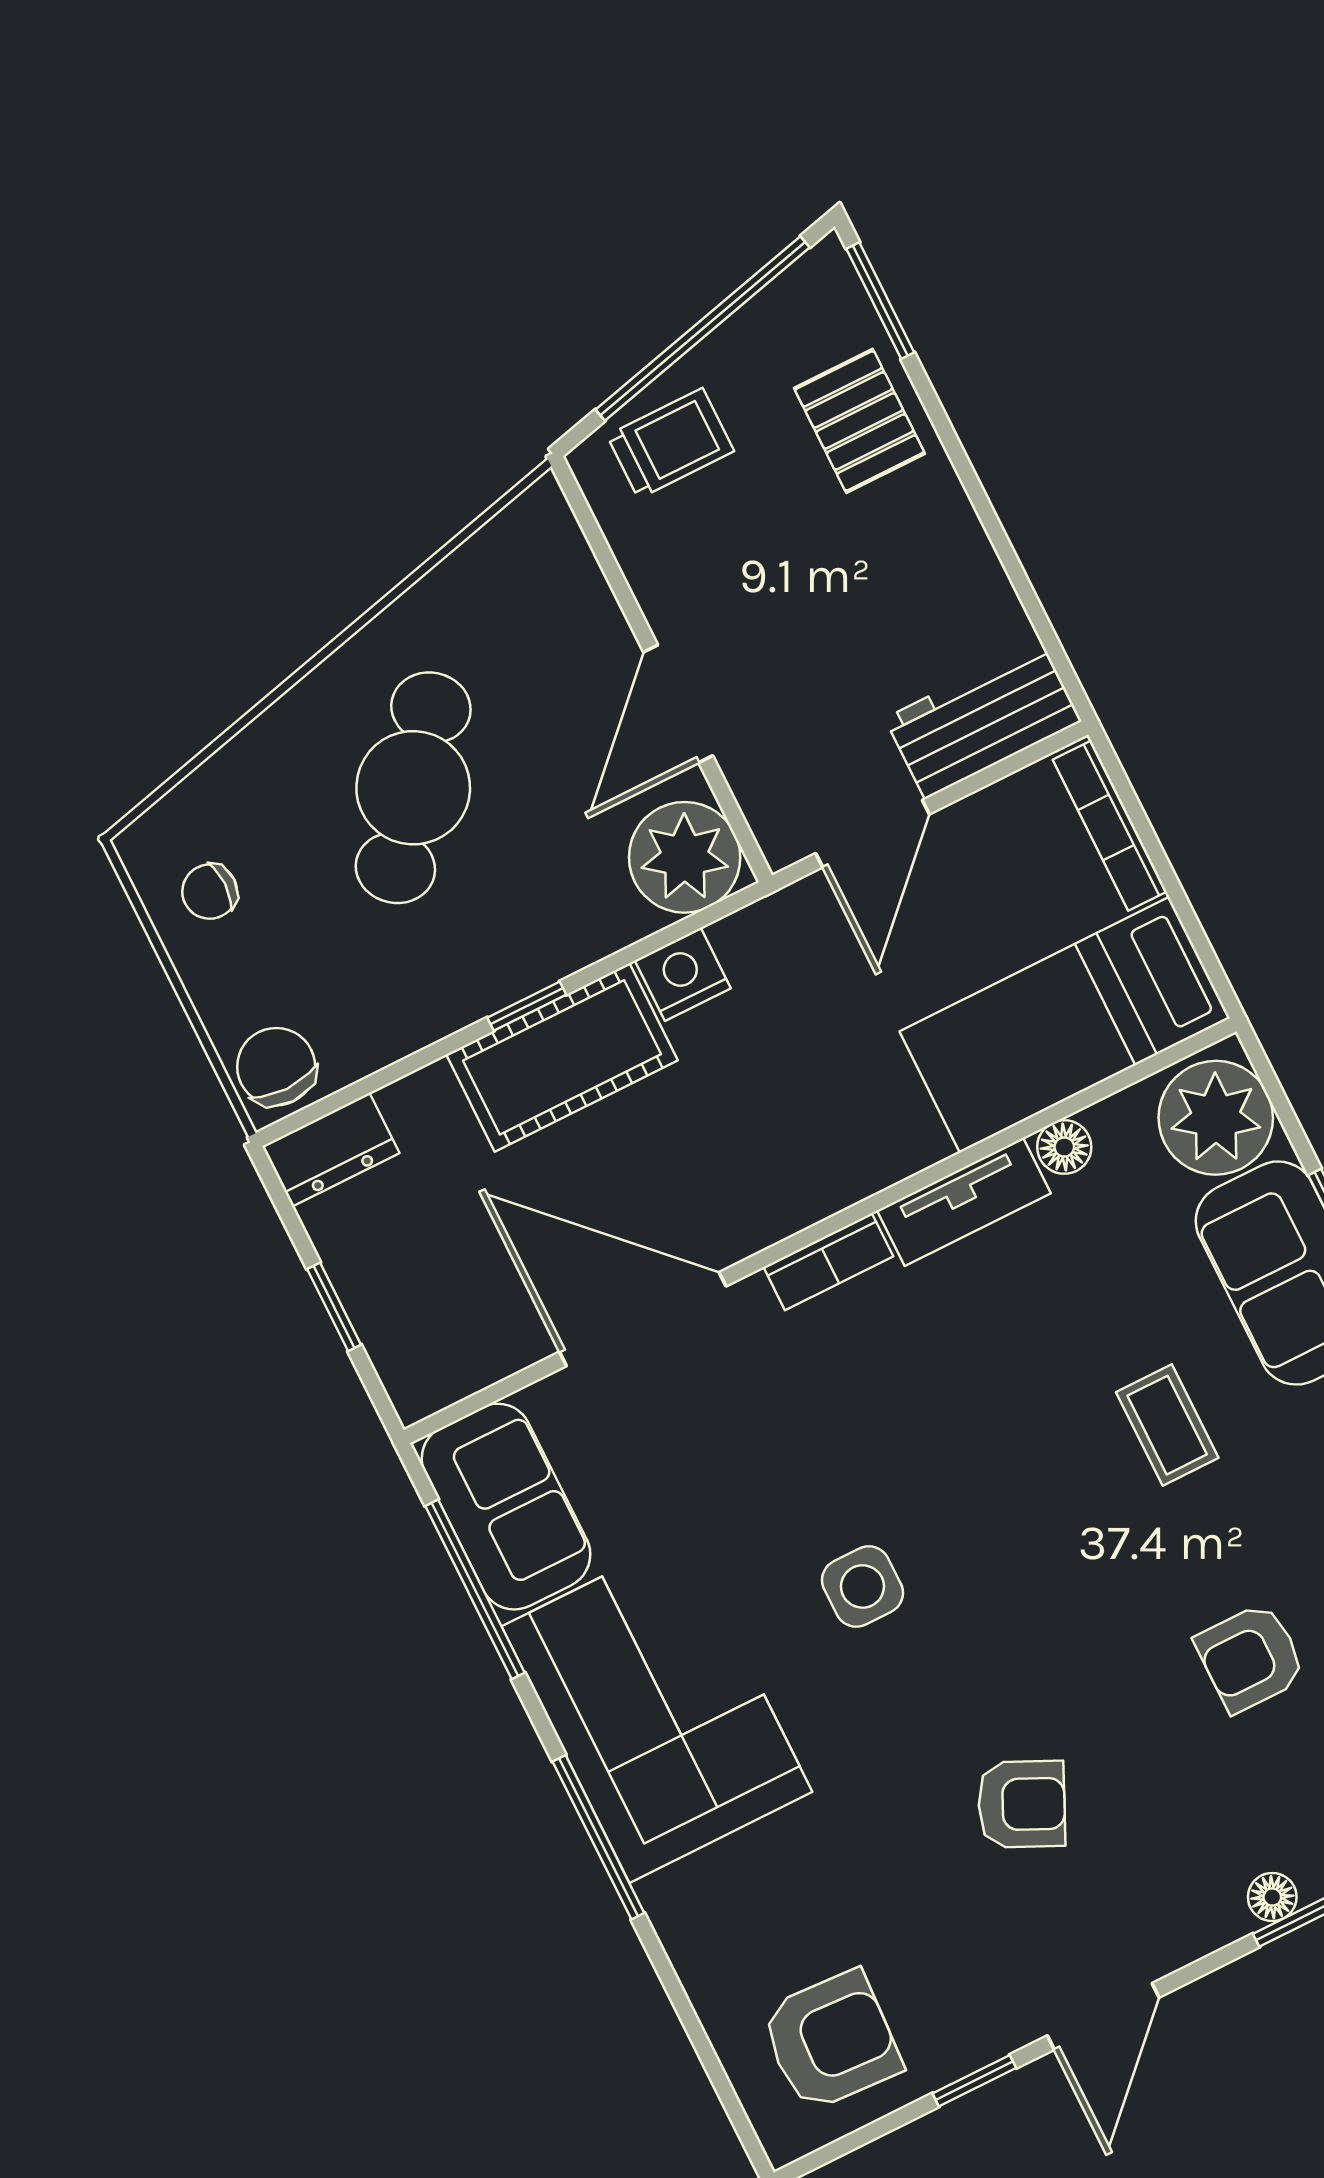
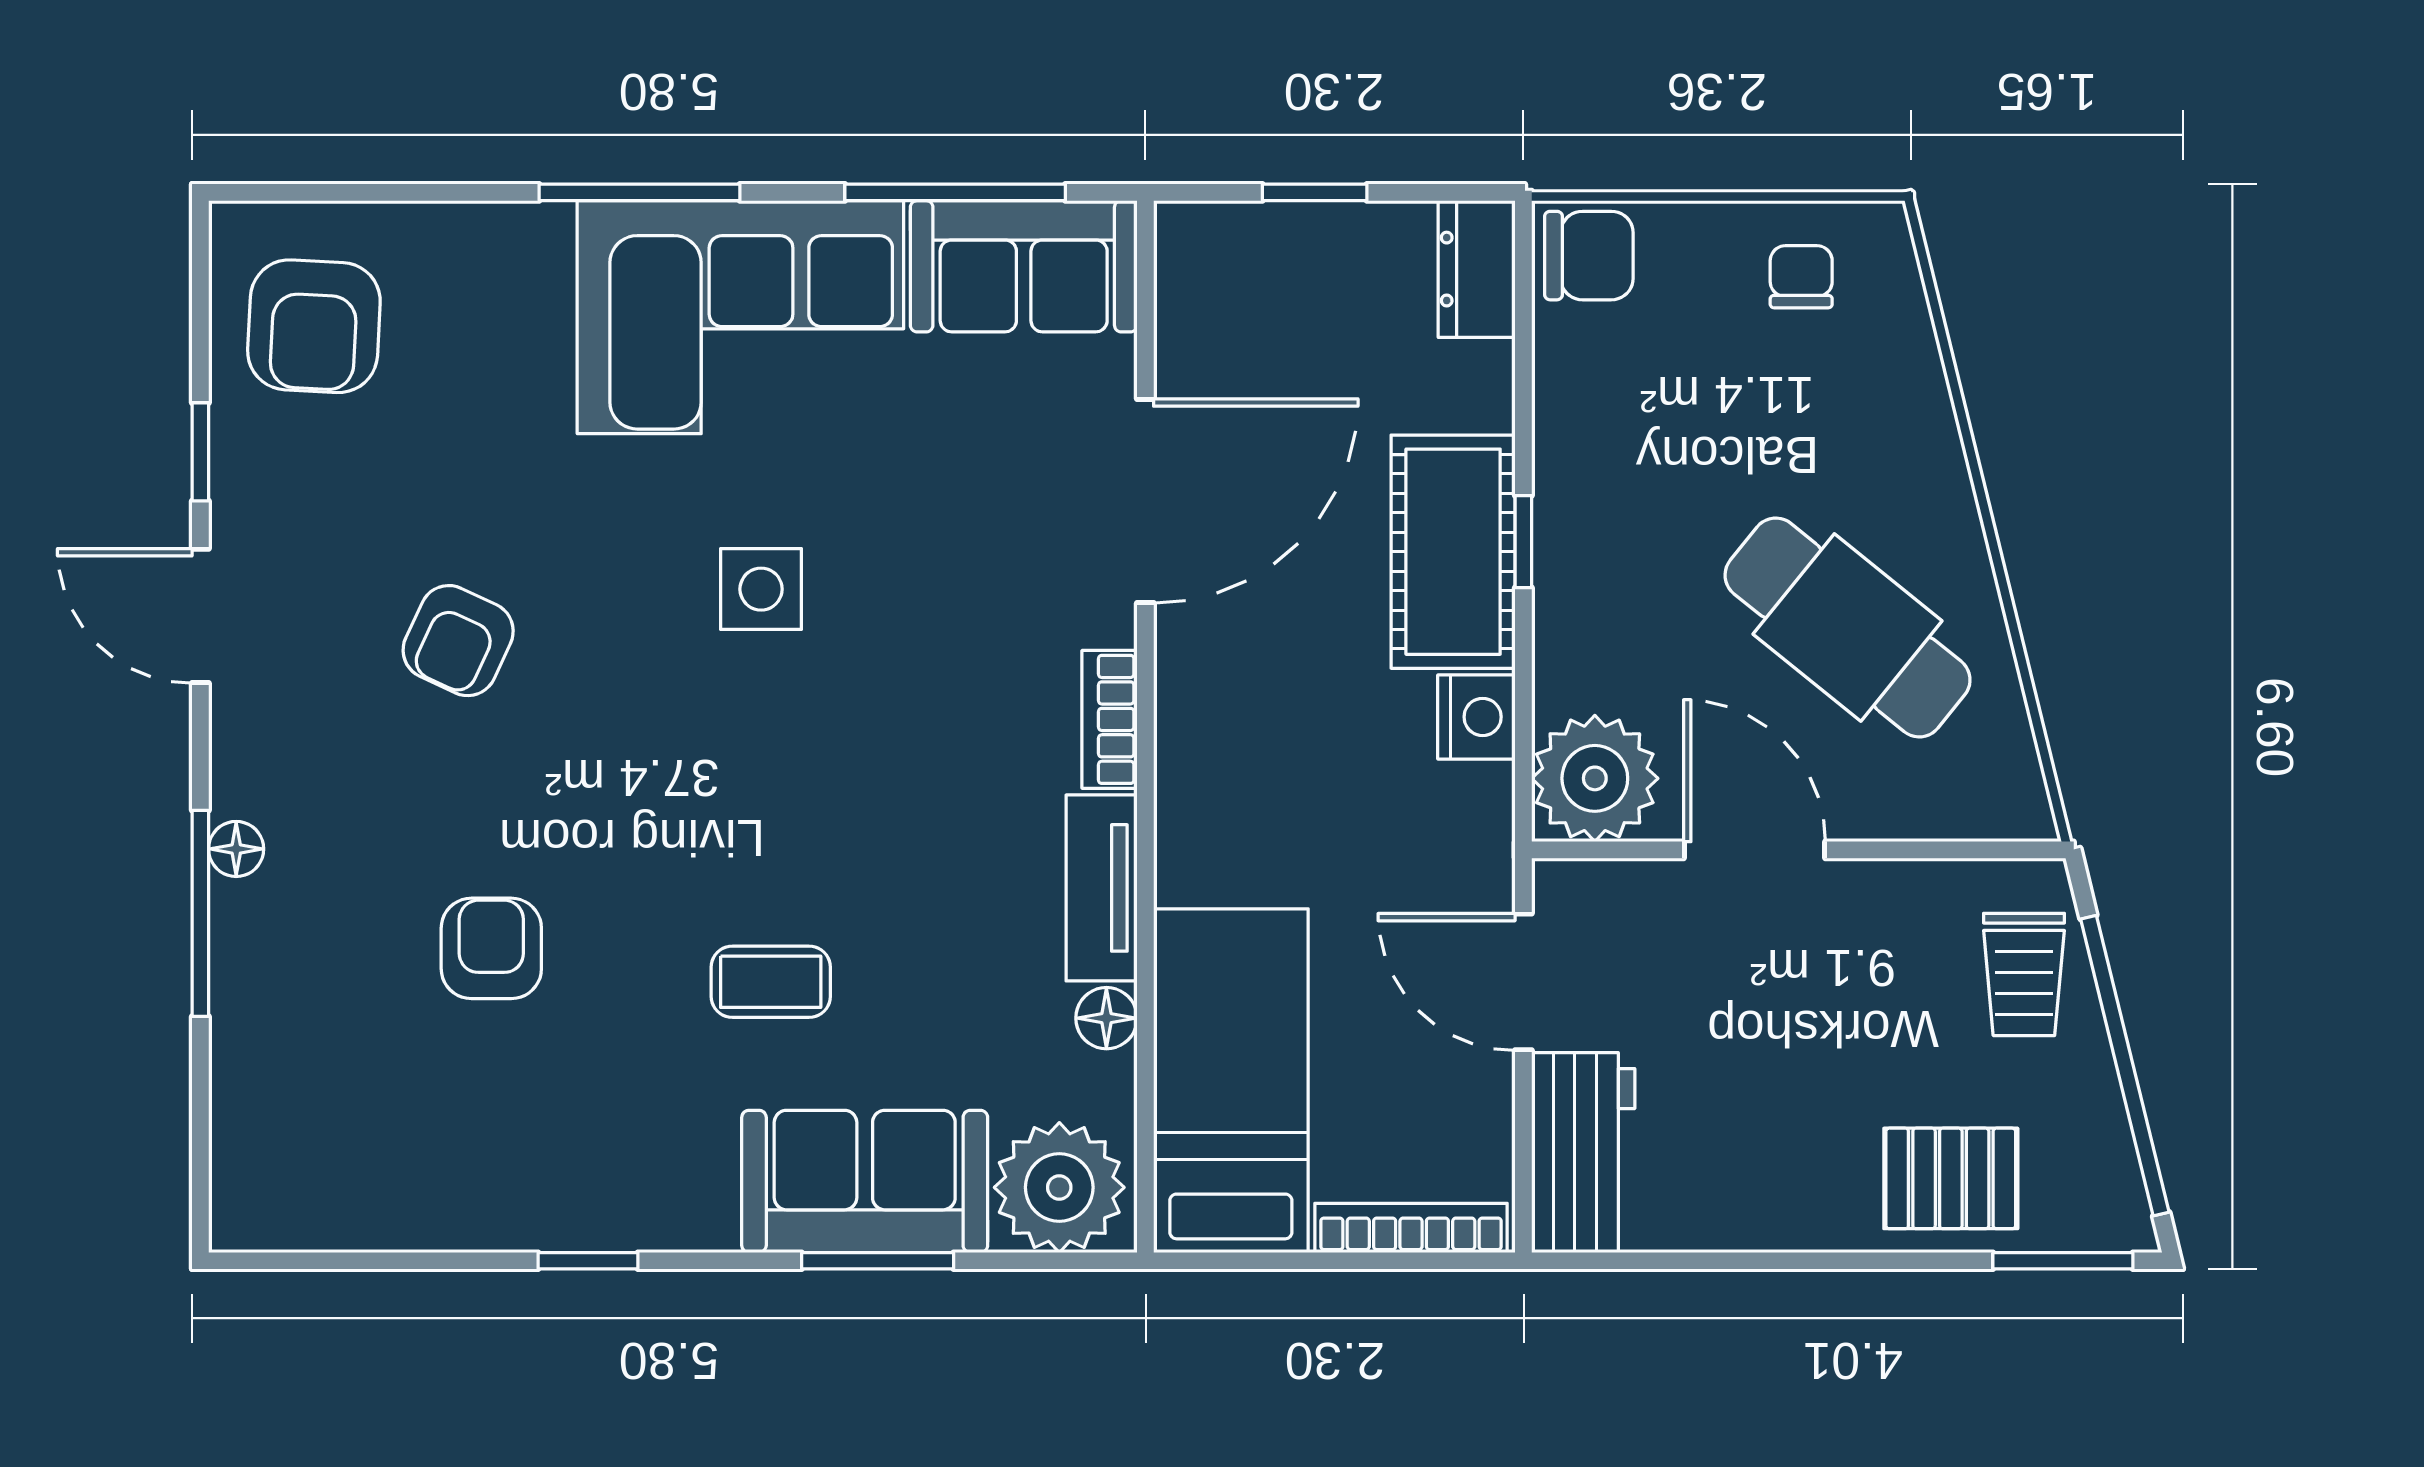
cafe table: (413, 788) -> (1848, 627), moved

